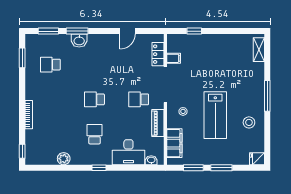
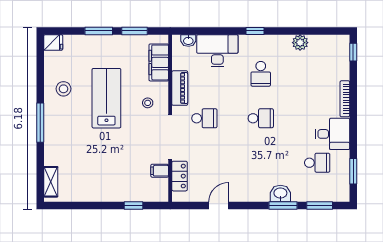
desk: (38, 87) -> (332, 134), added

